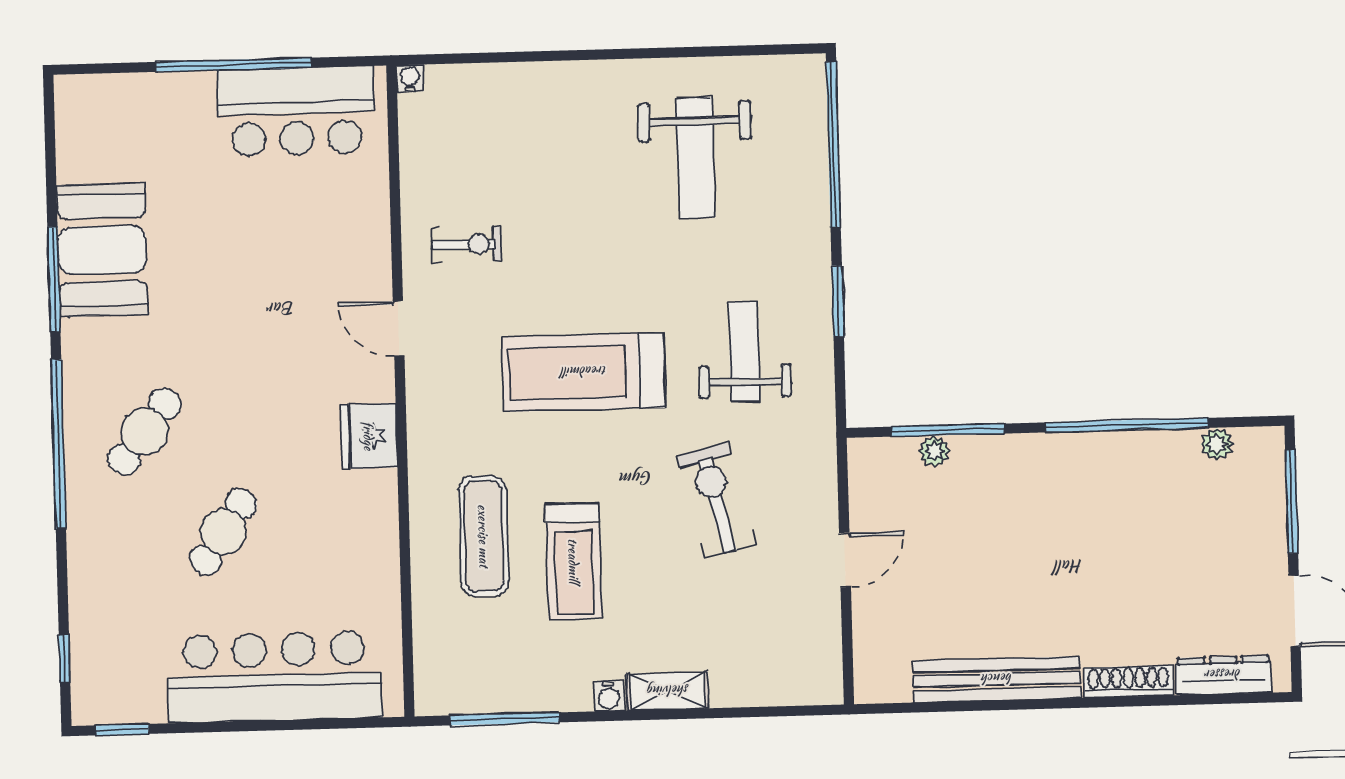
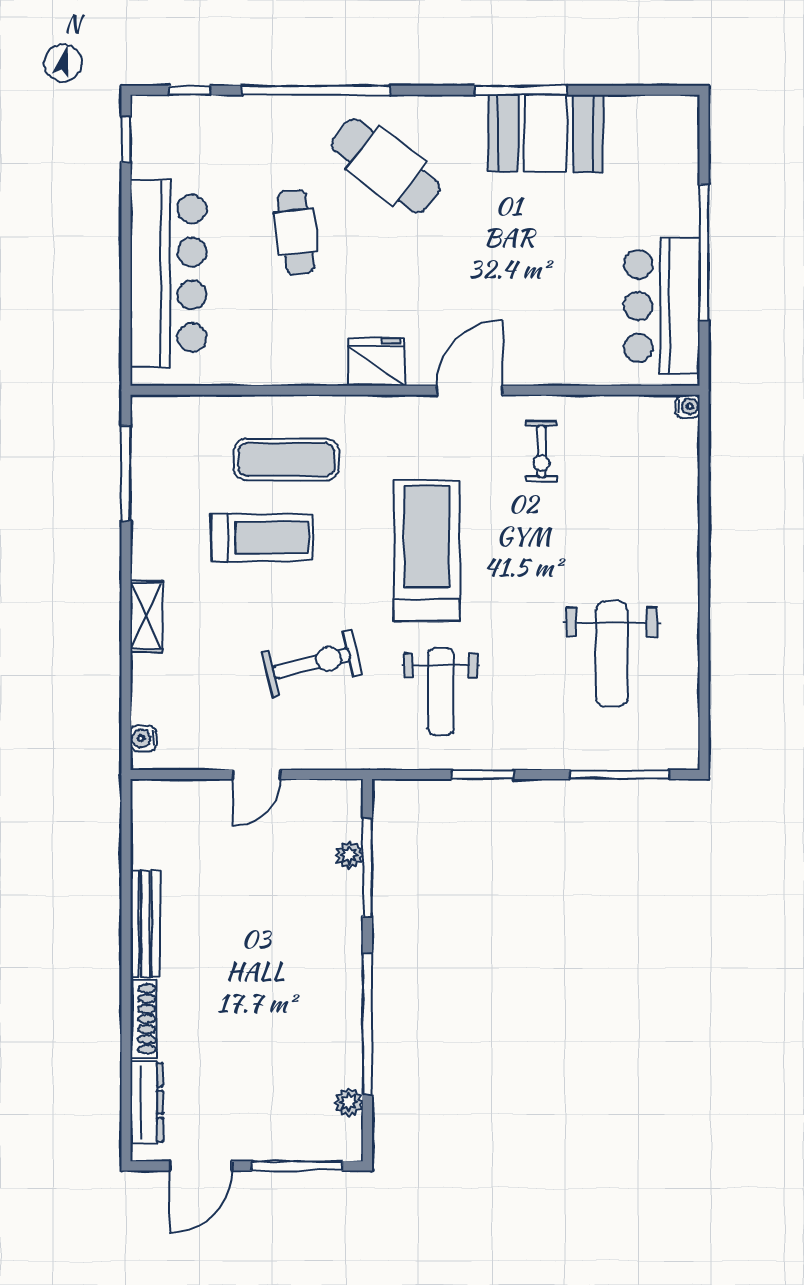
window: (833, 145) -> (620, 774), width x0.68
weight bench: (695, 158) -> (612, 654), turned -90
door: (399, 328) -> (470, 390), width x1.38
weight bench: (744, 352) -> (441, 692), turned 90
cafe table: (145, 432) -> (386, 166), width x1.37, depth x1.35
window: (58, 444) -> (316, 90), moved
cafe table: (223, 532) -> (296, 232), turned 49
door: (845, 560) -> (256, 774), hinge flipped
treadmill: (574, 561) -> (262, 538), turned 180
bench: (997, 679) -> (145, 924), width x0.73, depth x0.82
water cooler: (609, 696) -> (143, 738), moved

